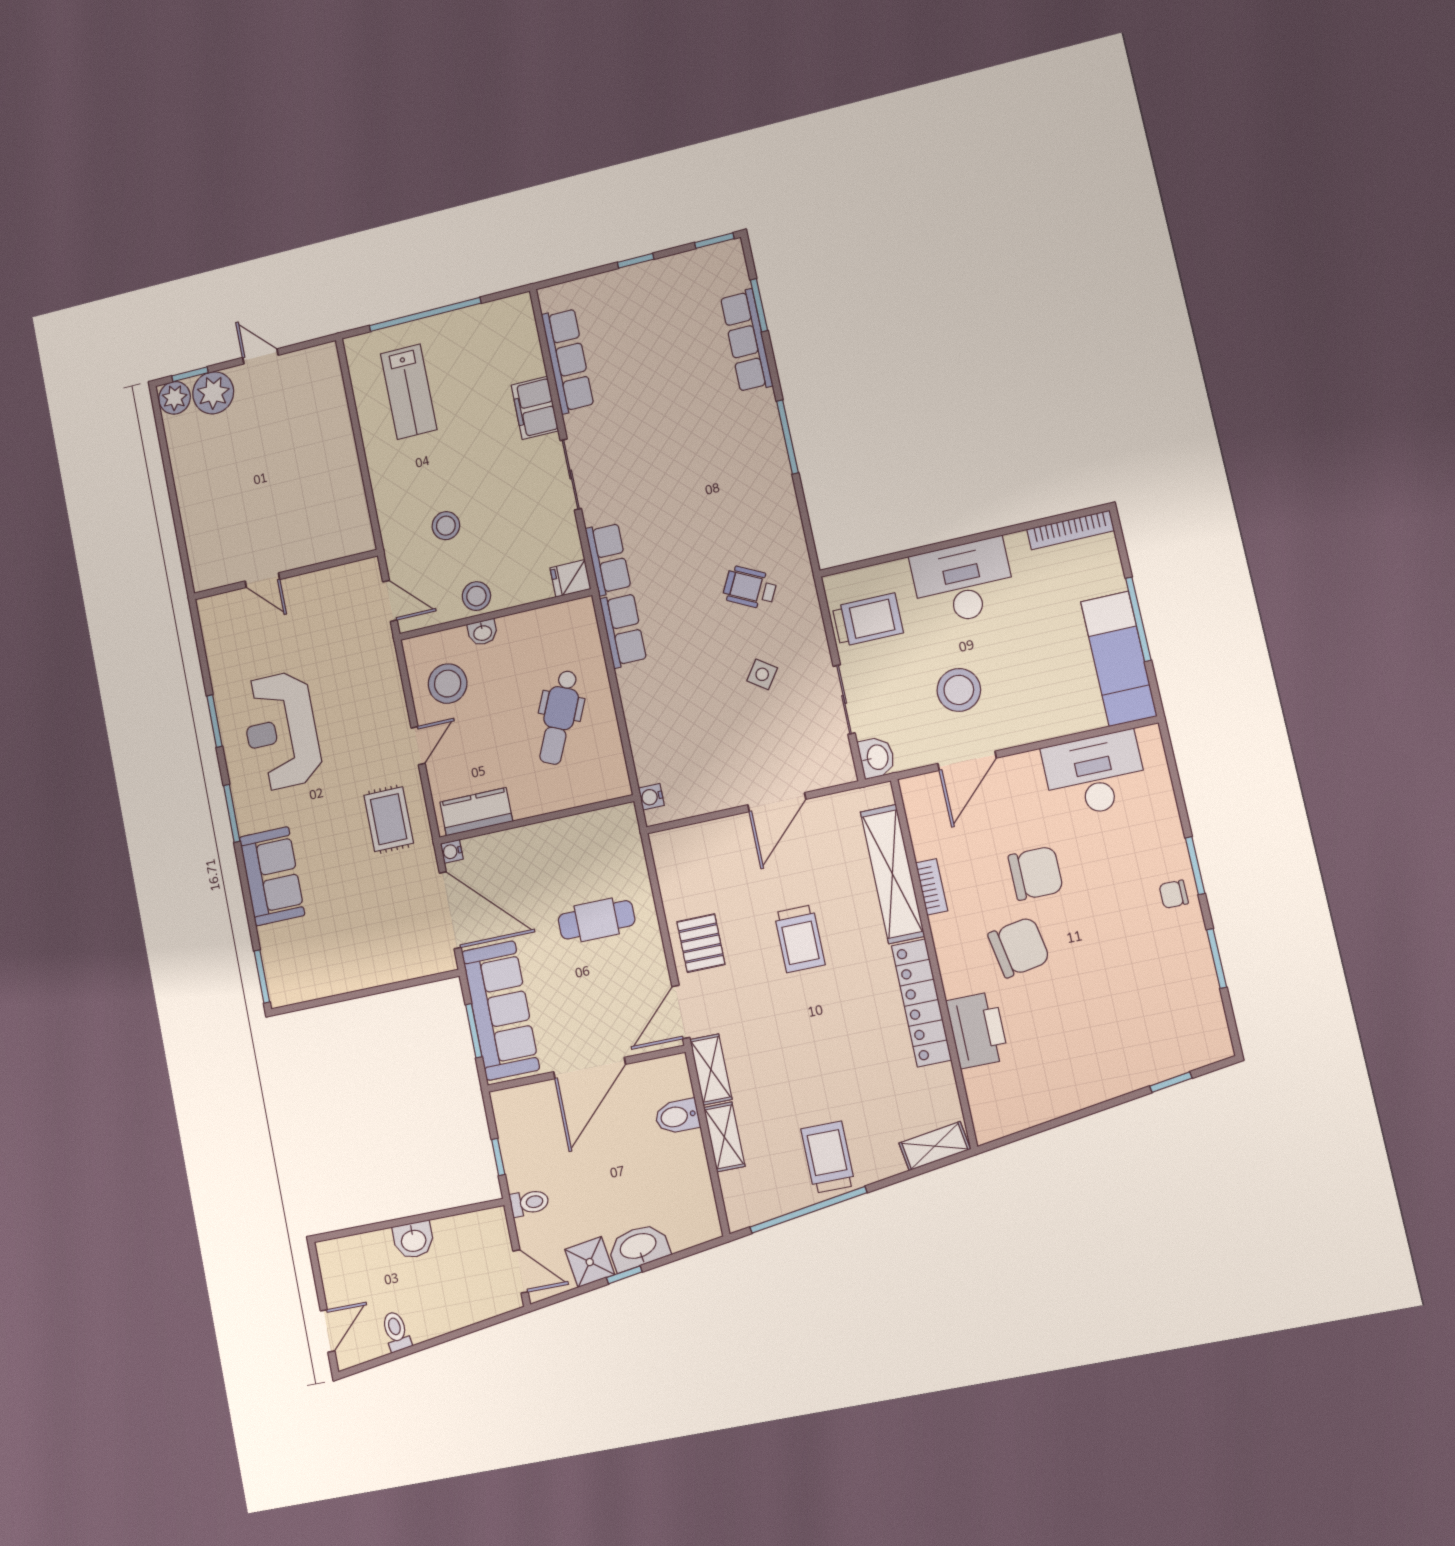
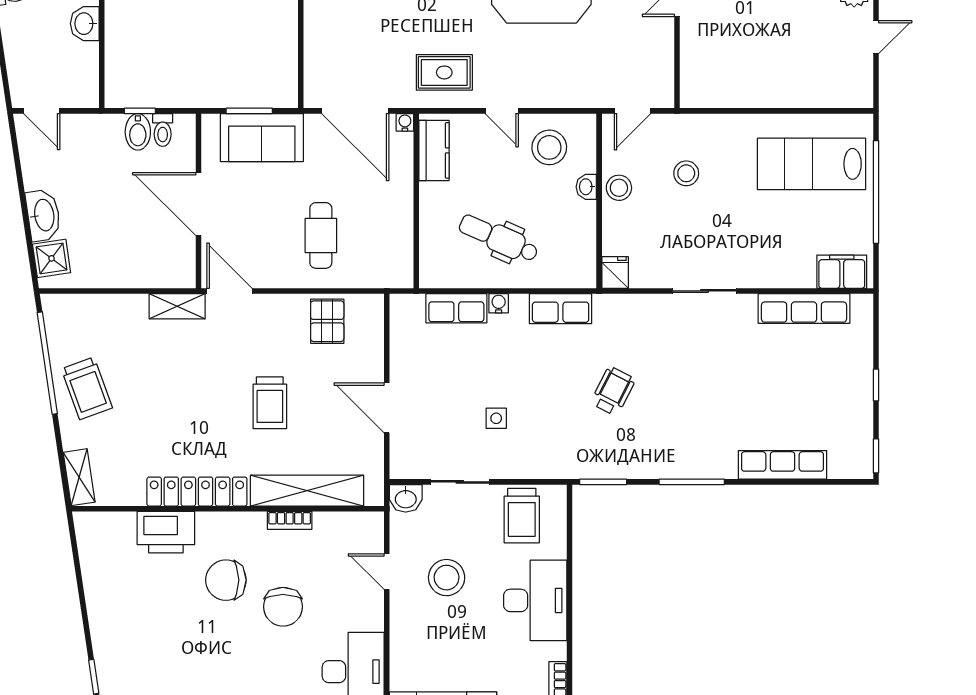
window: (759, 305) -> (603, 482), moved
lab bench: (409, 392) -> (811, 164), width x1.36, depth x1.39
filing cabinet: (535, 408) -> (842, 272), moved
row of seats: (608, 559) -> (456, 308), moved
wheelchair: (750, 588) -> (613, 391), moved
side table: (762, 674) -> (496, 418), turned -35
door: (967, 761) -> (387, 572), width x0.73
water cooler: (651, 797) -> (499, 303), moved
door: (450, 910) -> (355, 111), hinge flipped
trolley: (800, 939) -> (270, 403), turned -90
pallet: (701, 943) -> (327, 321), moved, turned 90
chair: (1019, 947) -> (226, 580), turned 100
sofa: (501, 1010) -> (262, 138), width x0.73
bidet: (677, 1116) -> (138, 132), moved, turned 180
shelving: (724, 1137) -> (120, 306), removed
trolley: (828, 1157) -> (87, 388), turned 70
toilet: (529, 1203) -> (163, 130), moved
shower: (590, 1262) -> (52, 258), moved
door: (521, 1271) -> (42, 111), hinge flipped
window: (624, 1275) -> (23, 199), removed

